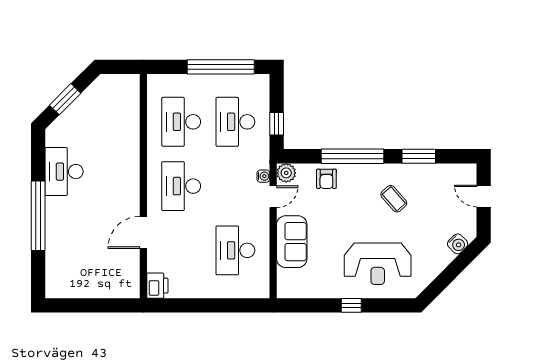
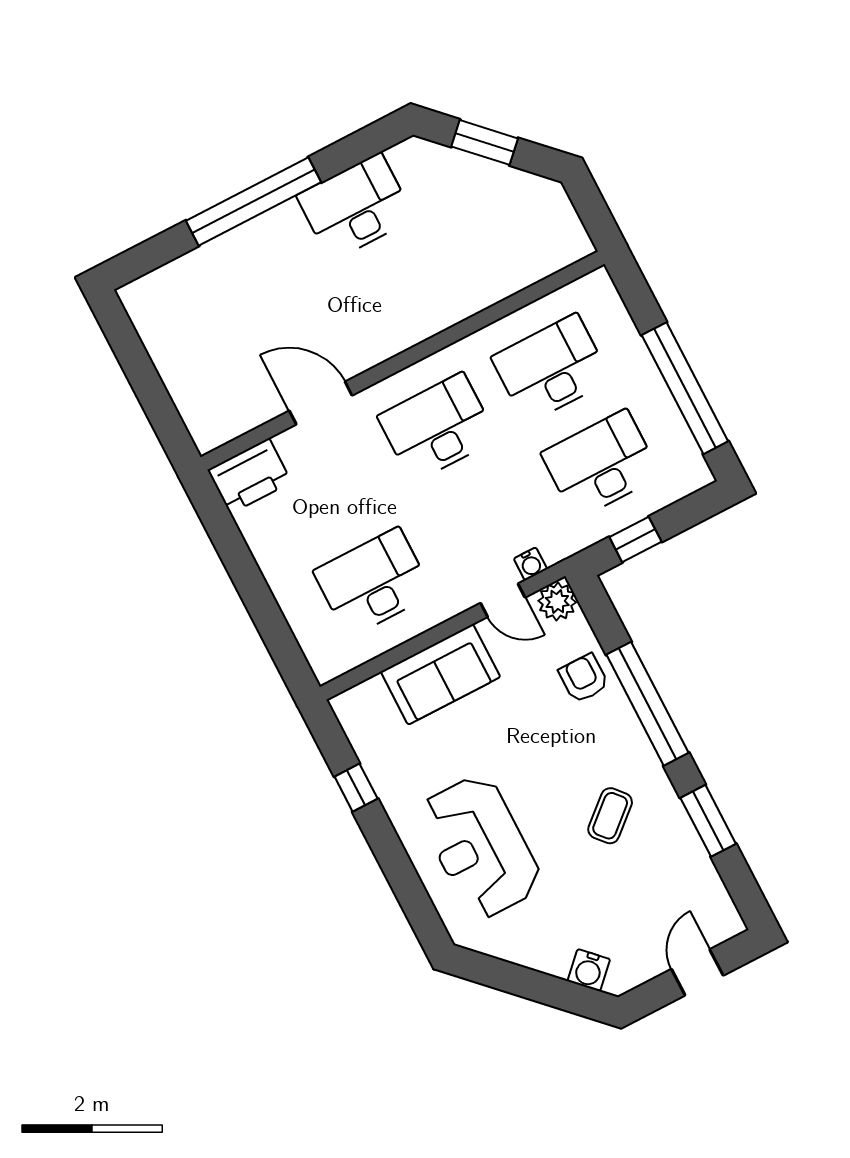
armchair: (326, 179) -> (584, 678), turned 90
printer: (157, 286) -> (249, 476), width x1.37, depth x1.19
window: (351, 305) -> (356, 788), moved

